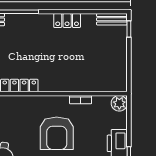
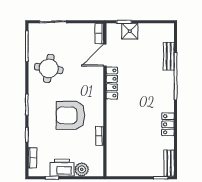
plant: (119, 103) -> (82, 169), moved

